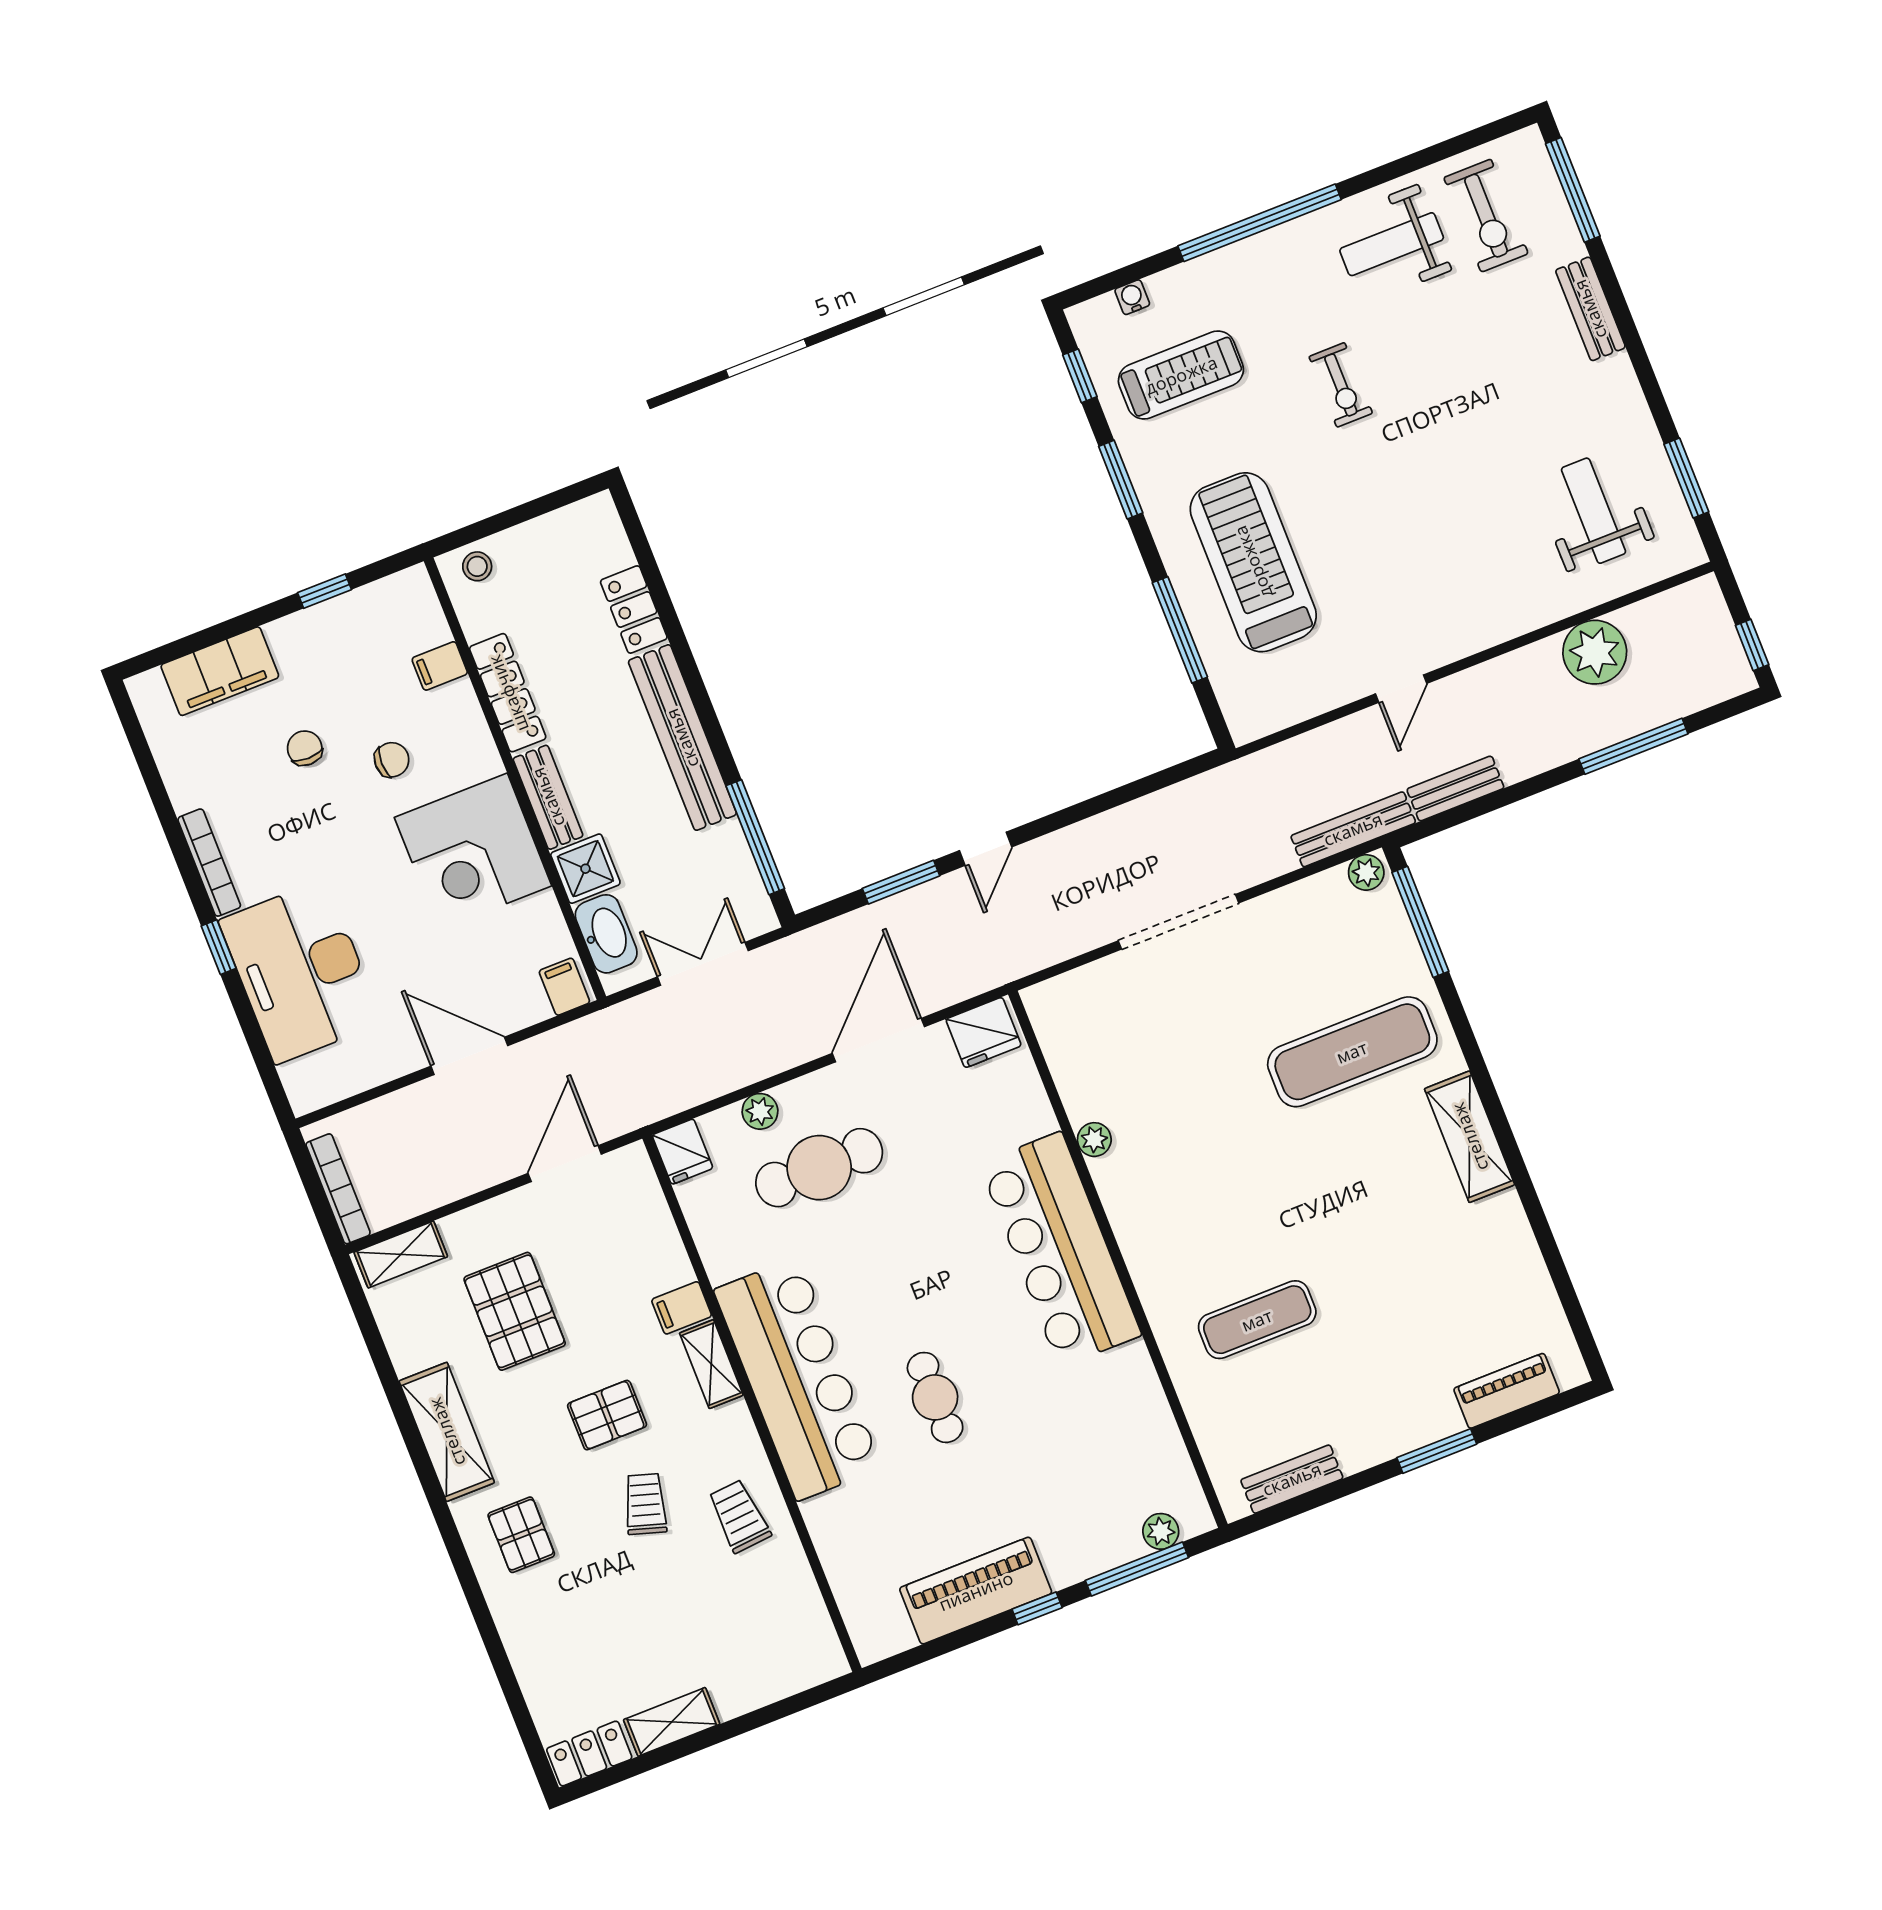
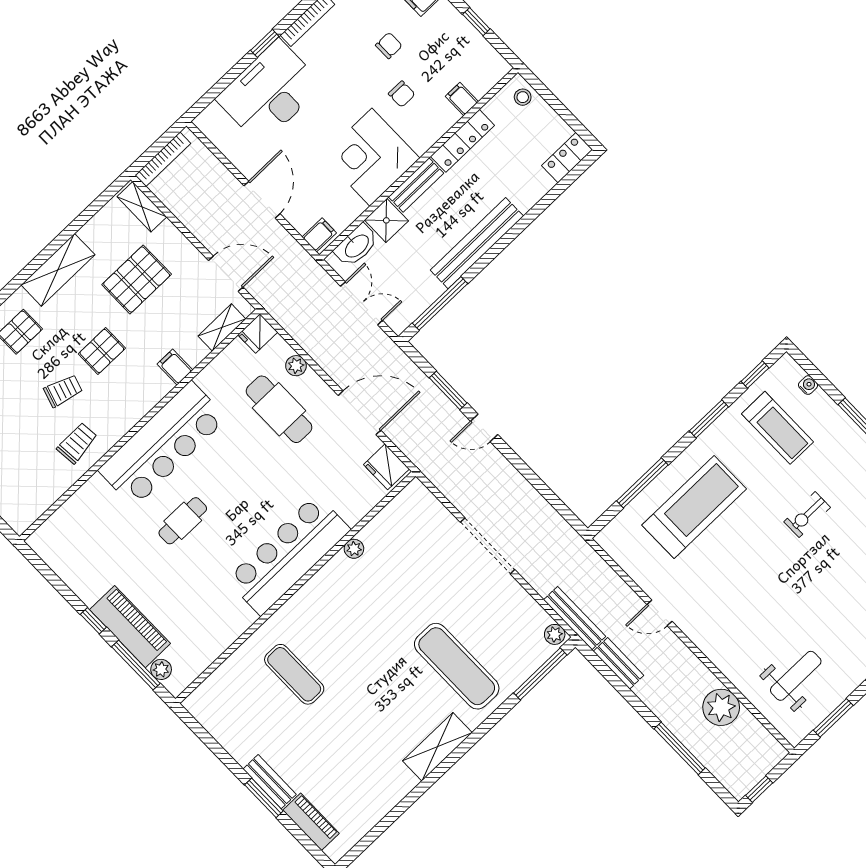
locker: (634, 609) -> (567, 158), moved
shelving: (711, 1364) -> (222, 327), moved
pallet: (607, 1415) -> (102, 351), turned 90
bench: (1292, 1479) -> (270, 782), moved
piano: (976, 1591) -> (130, 627), moved

